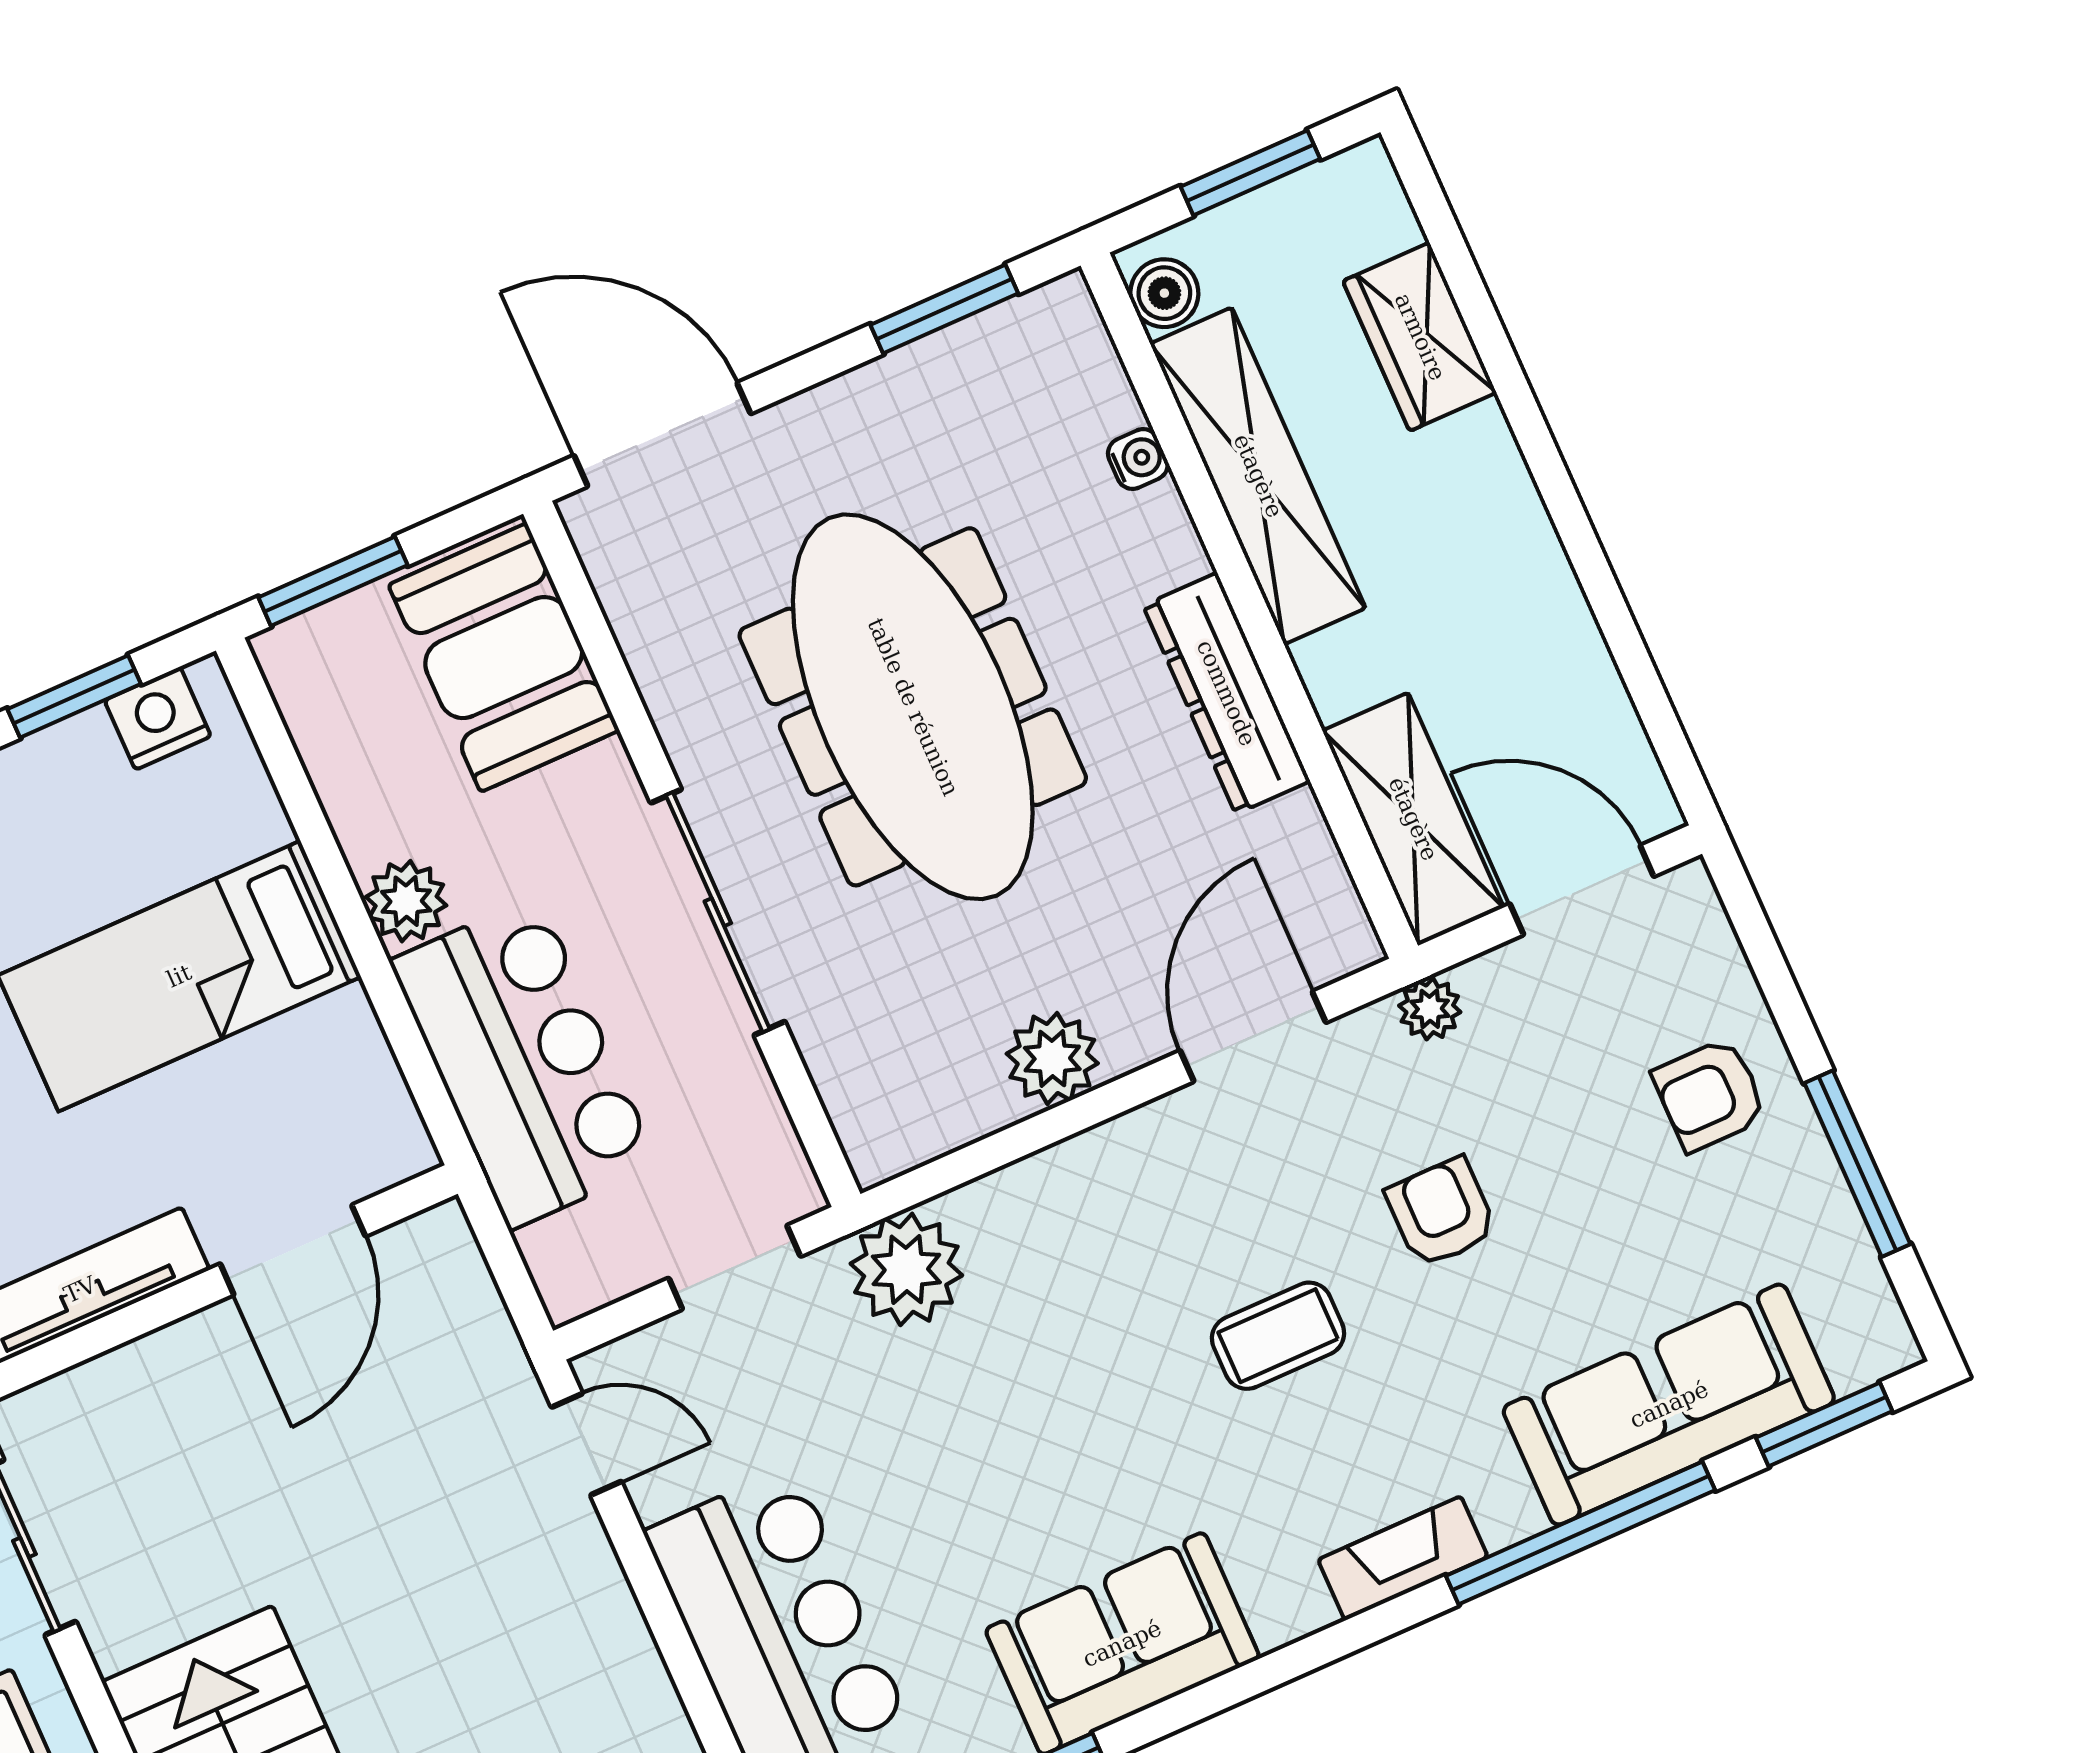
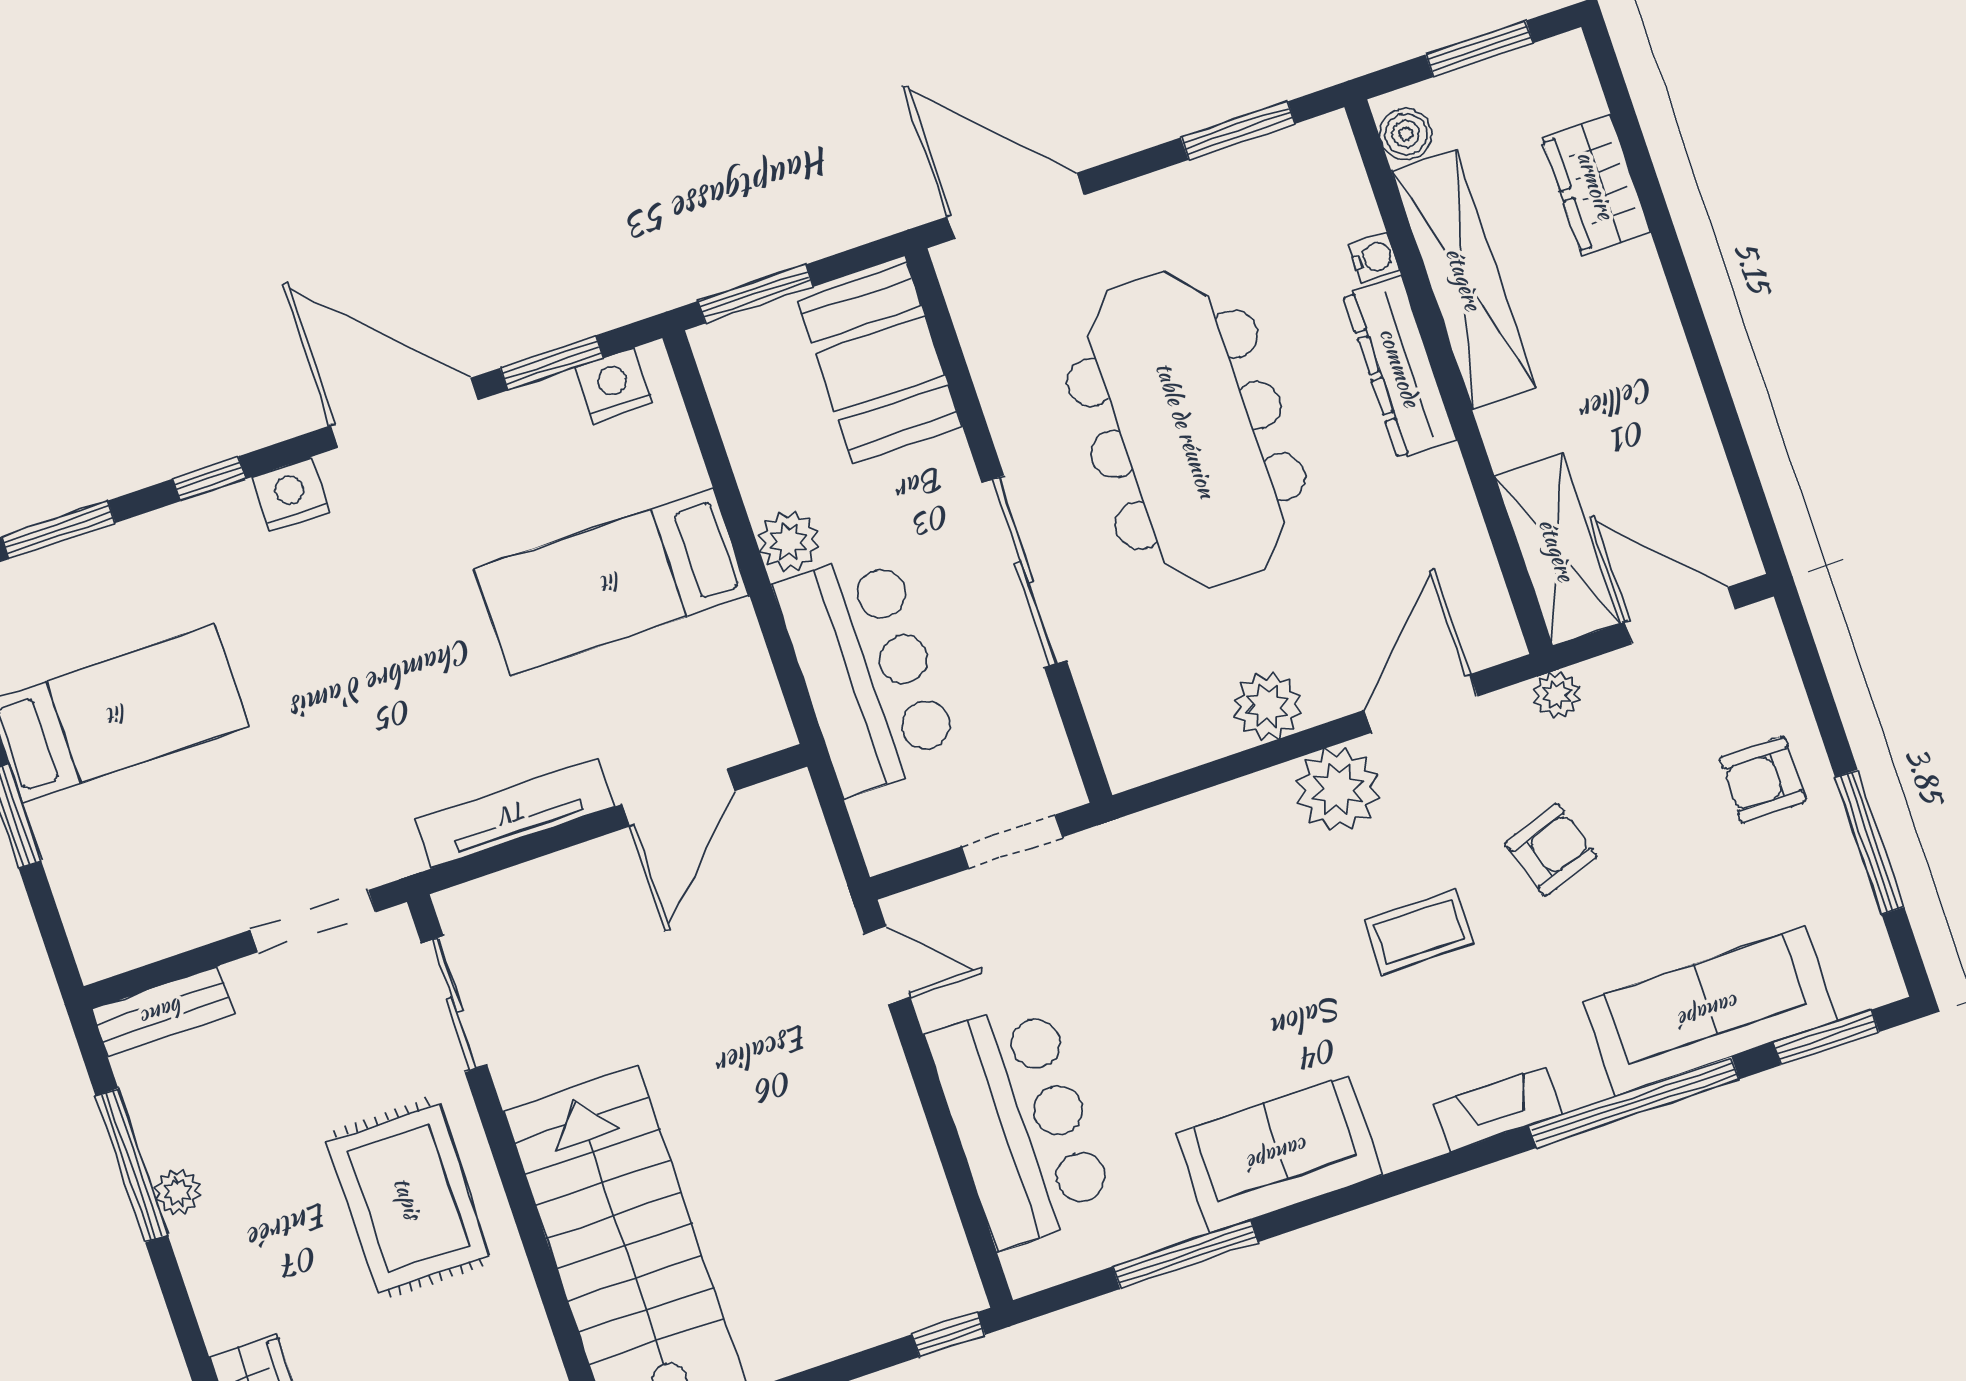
dresser: (1226, 693) -> (1400, 367), moved
armchair: (1441, 1212) -> (1551, 850), turned 72
plant: (906, 1269) -> (1338, 789), moved

